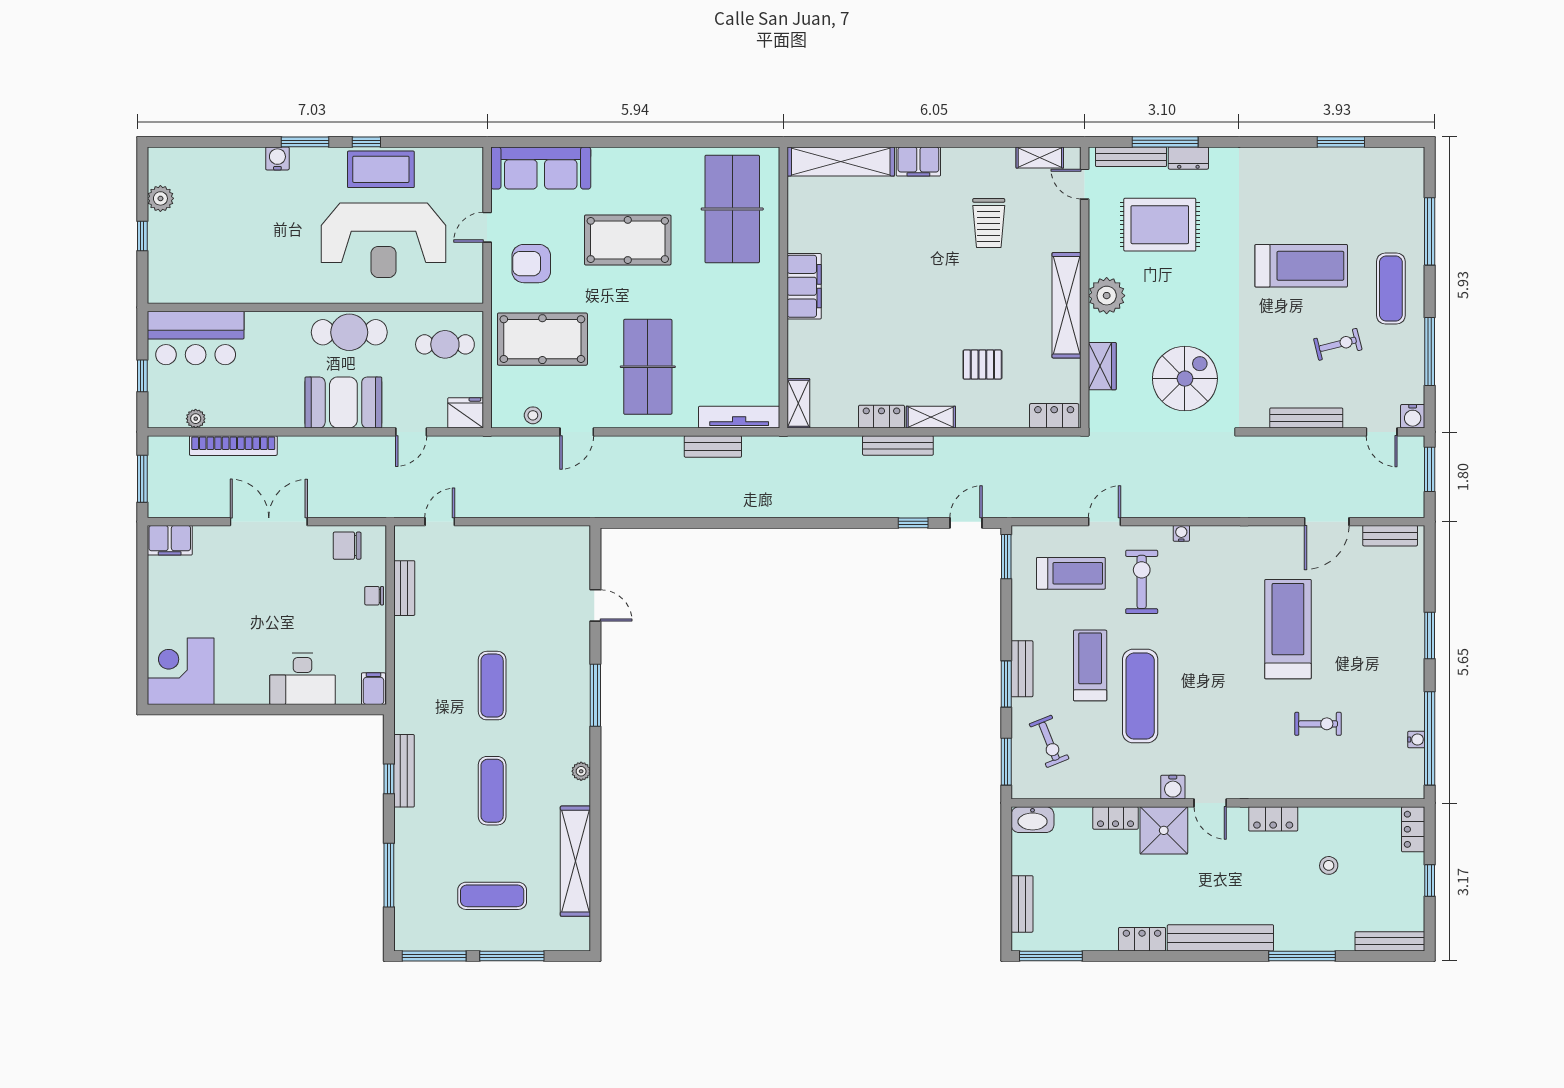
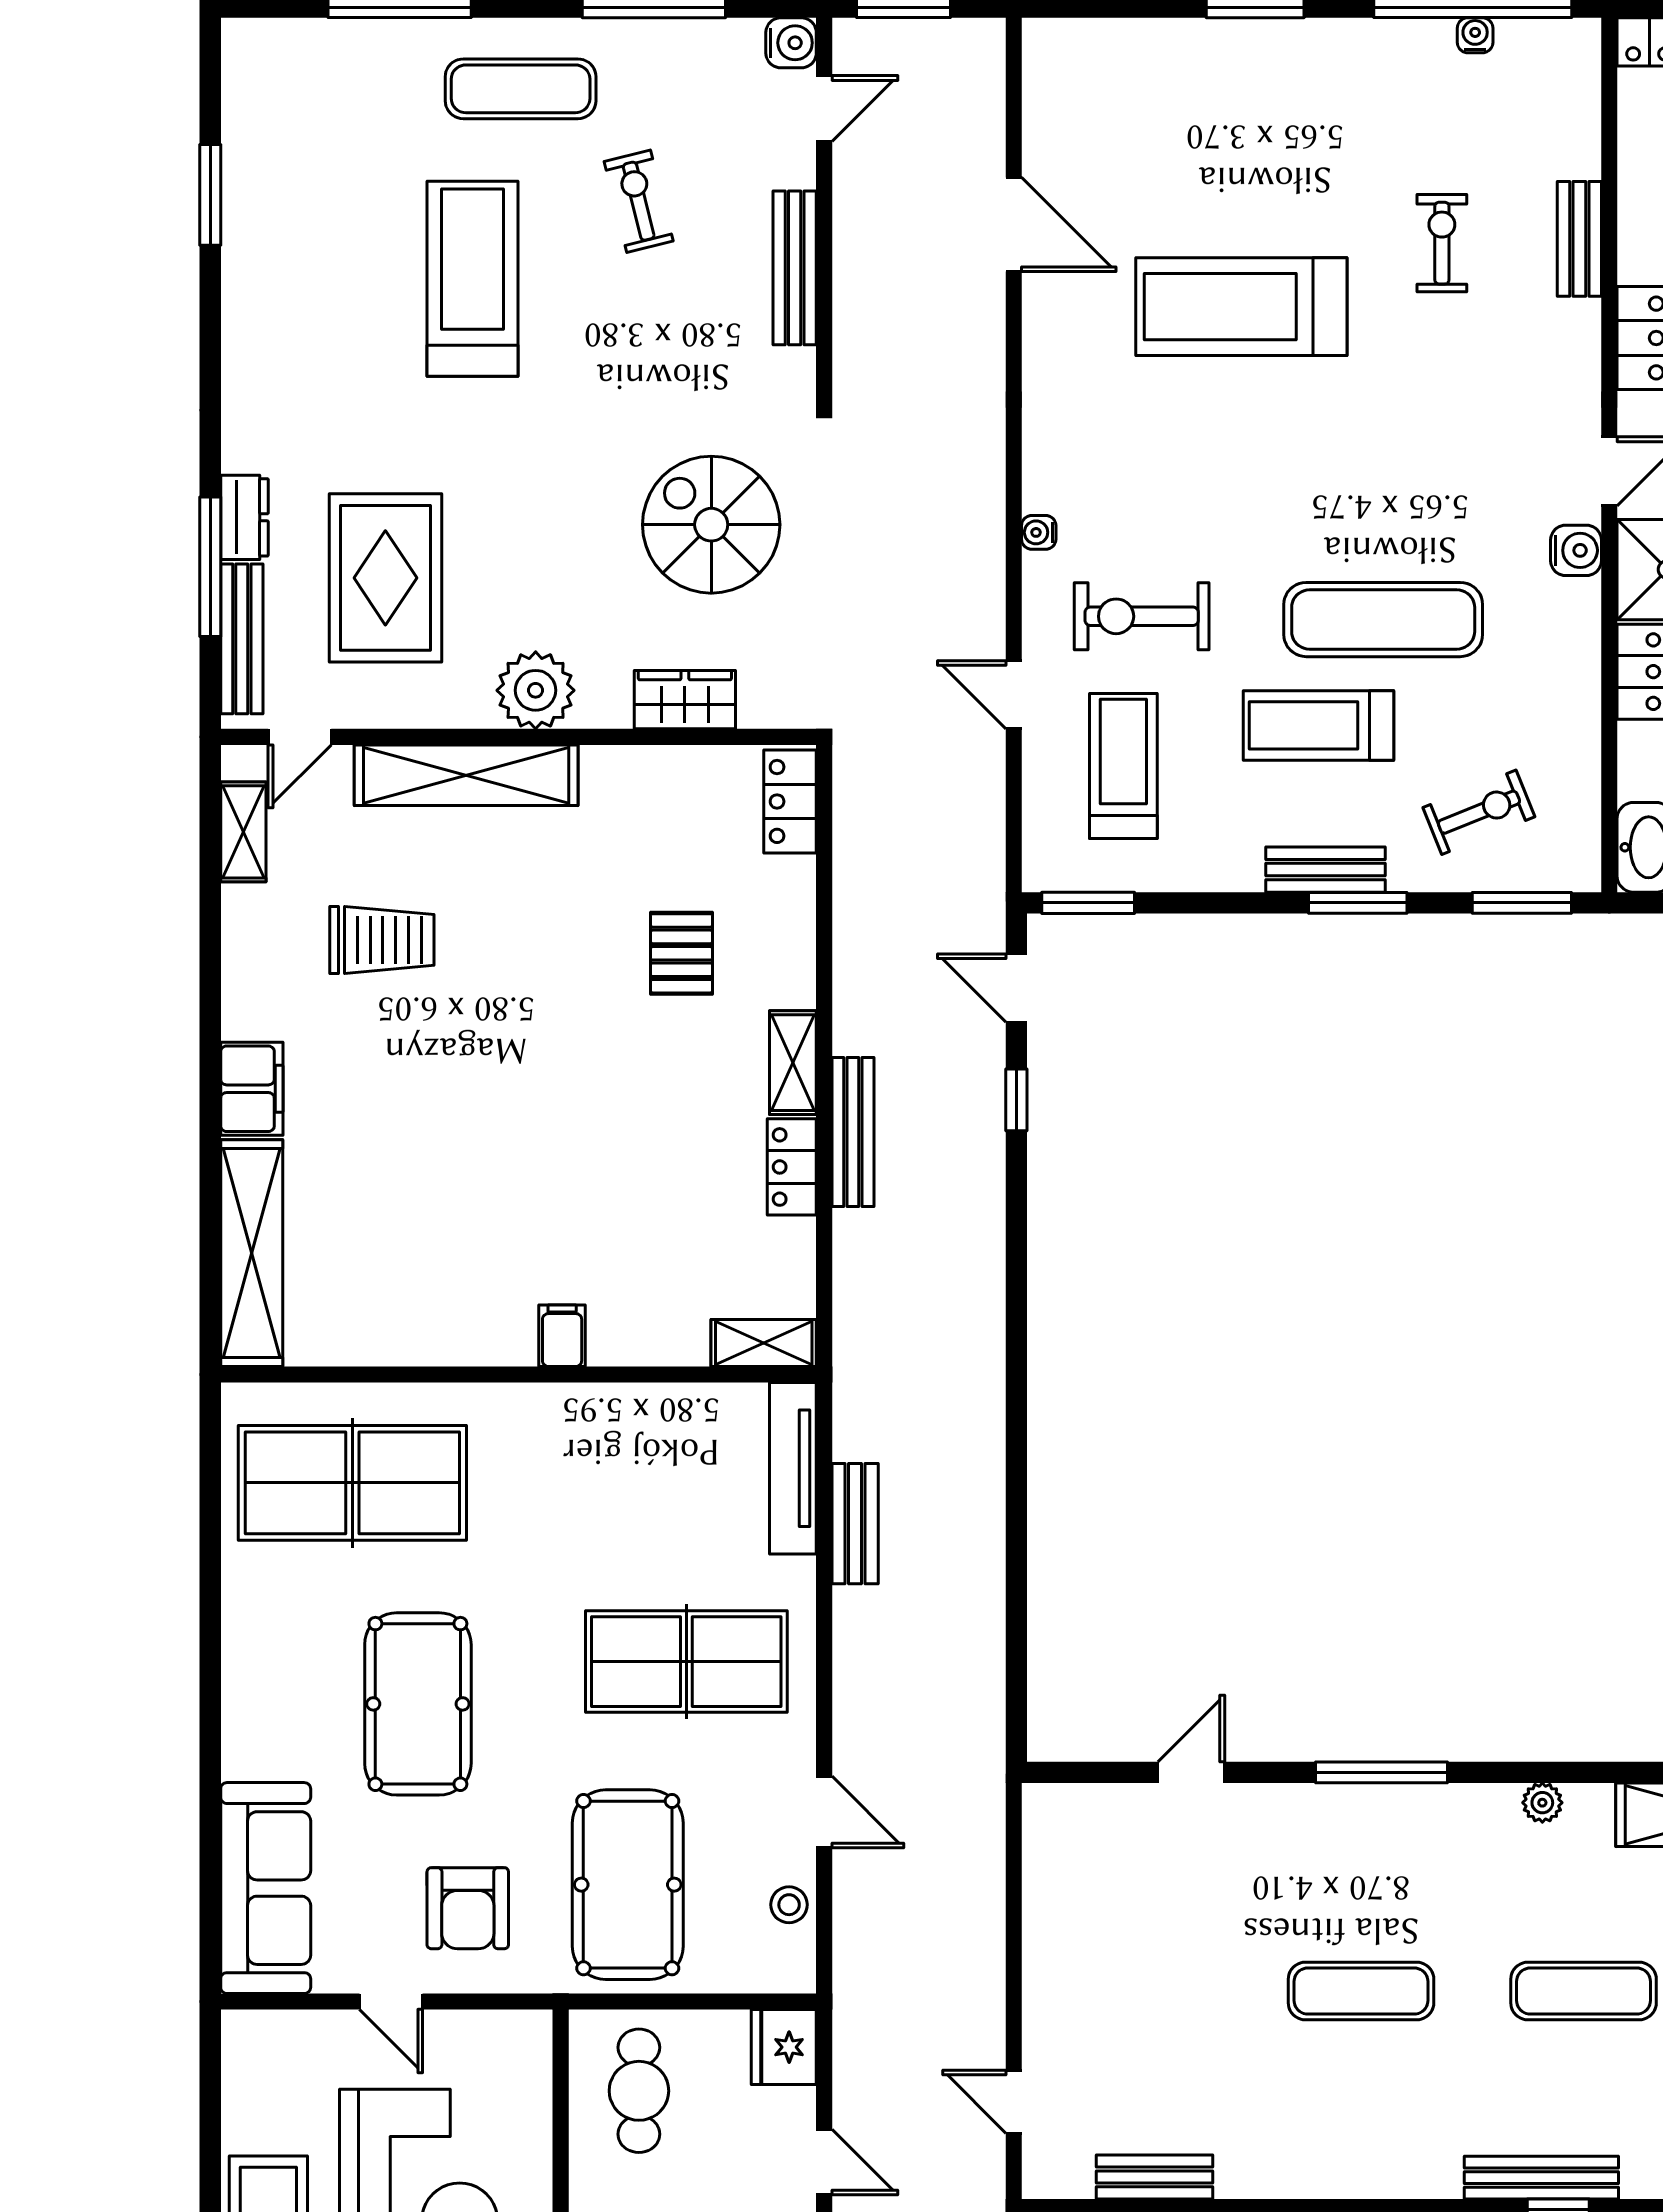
filing cabinet: (804, 286) -> (562, 1336), width x0.33, depth x0.86
shelving: (1067, 305) -> (466, 775), moved
bench: (1390, 536) -> (1579, 239), moved

